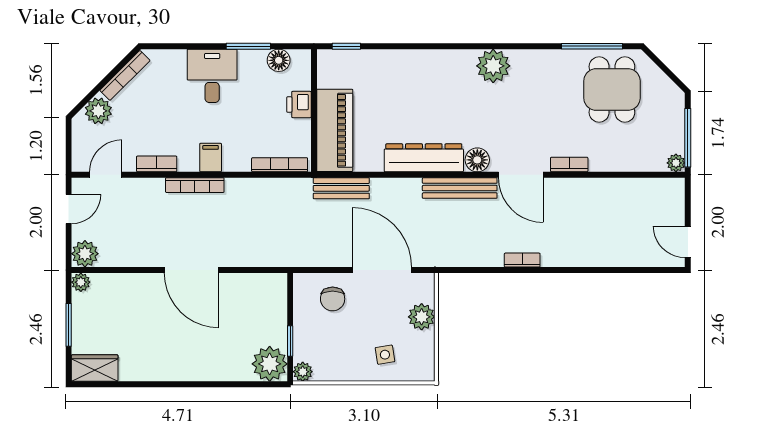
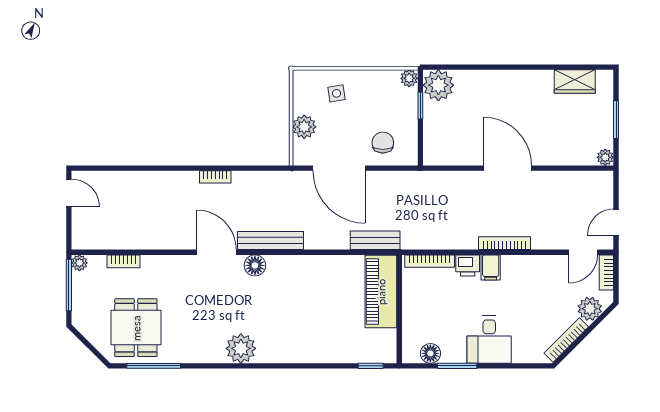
printer: (299, 105) -> (468, 265), moved, turned 90
dresser: (424, 158) -> (302, 267), removed
bookcase: (157, 164) -> (606, 272), moved, turned 90
bookcase: (569, 164) -> (123, 261), moved
plant: (85, 254) -> (602, 182), removed
wardrobe: (95, 368) -> (575, 81), moved

